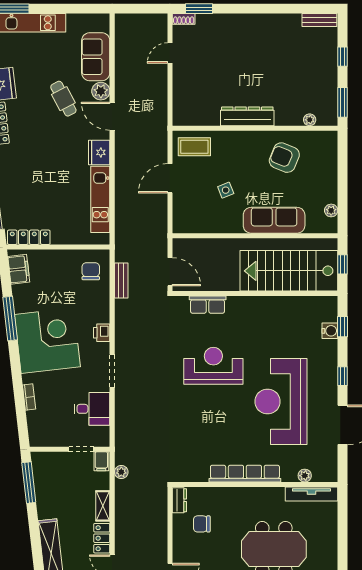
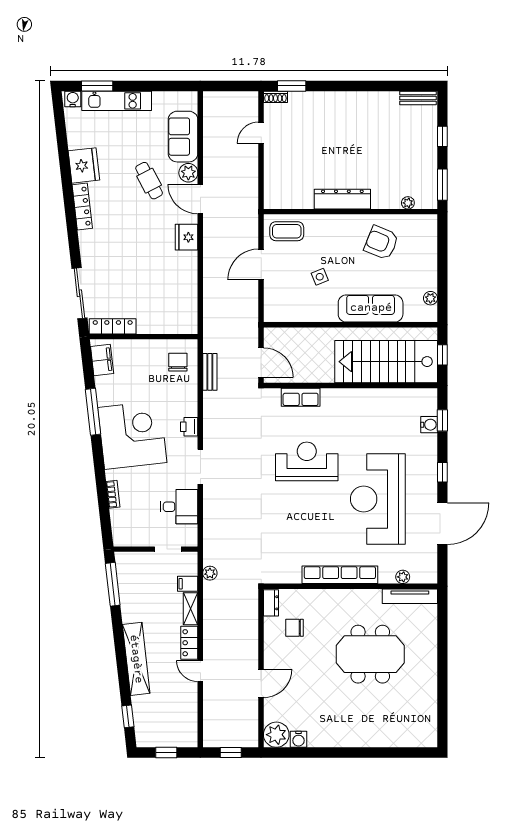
kitchen unit: (100, 199) -> (188, 286), removed
filing cabinet: (101, 461) -> (188, 584), moved, turned 90

